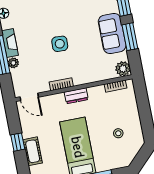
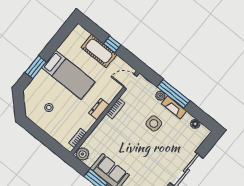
side table: (60, 44) -> (154, 123), moved
cot: (33, 151) -> (99, 51), width x1.37, depth x1.34

